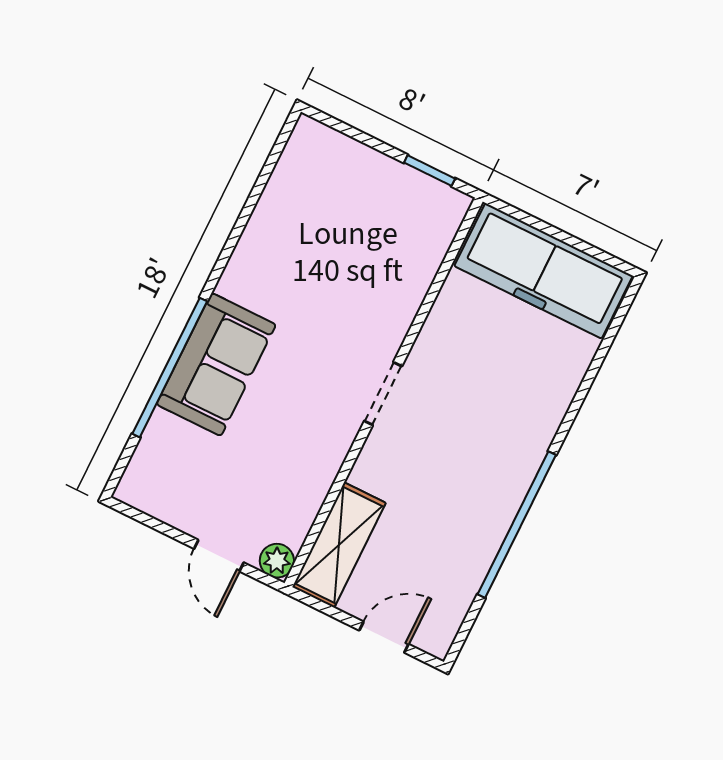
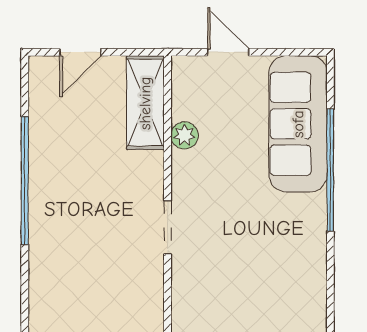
sofa: (216, 365) -> (298, 124), moved, width x1.36
plant: (277, 561) -> (185, 135), moved

